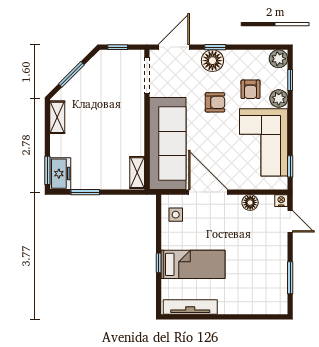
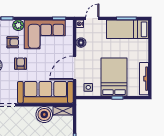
boiler: (131, 142) -> (44, 114), added
bed: (193, 264) -> (114, 77), width x1.50
bed: (272, 280) -> (127, 29), added

